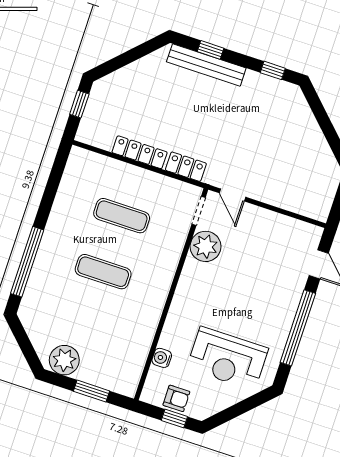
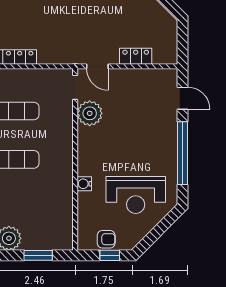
locker: (186, 167) -> (136, 56), moved
water cooler: (162, 358) -> (84, 184), moved

